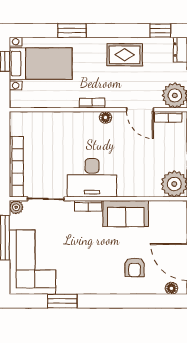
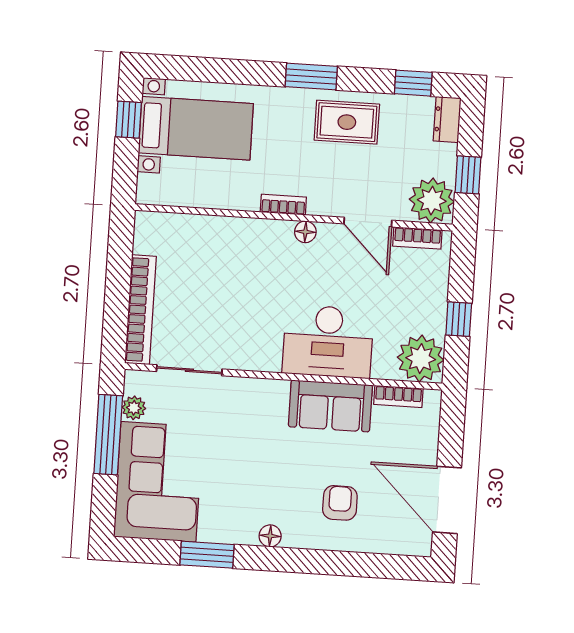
window: (72, 31) -> (311, 77), moved
desk: (92, 178) -> (328, 342), moved
bookcase: (88, 206) -> (398, 396), moved
plant: (16, 207) -> (134, 408), moved
armchair: (135, 267) -> (340, 503), turned 180
floor lamp: (171, 288) -> (270, 536), moved

